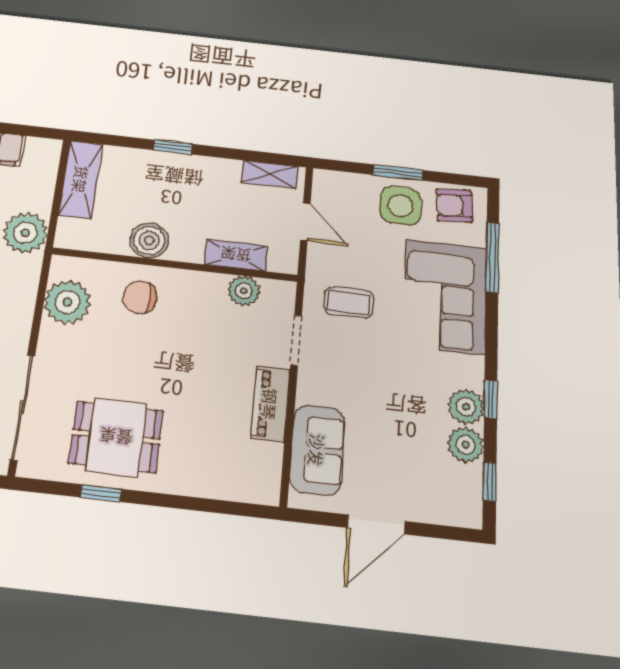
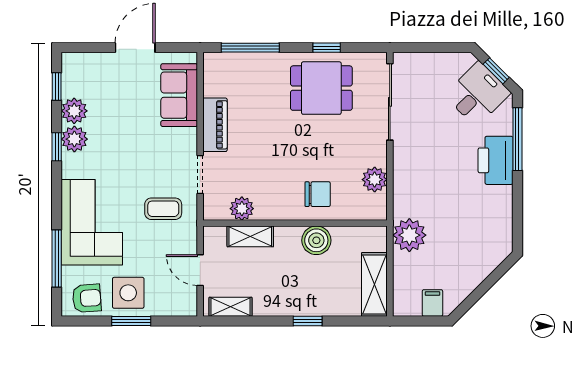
plant: (67, 302) -> (375, 180), width x0.73, depth x0.73
window: (211, 506) -> (250, 48), added

